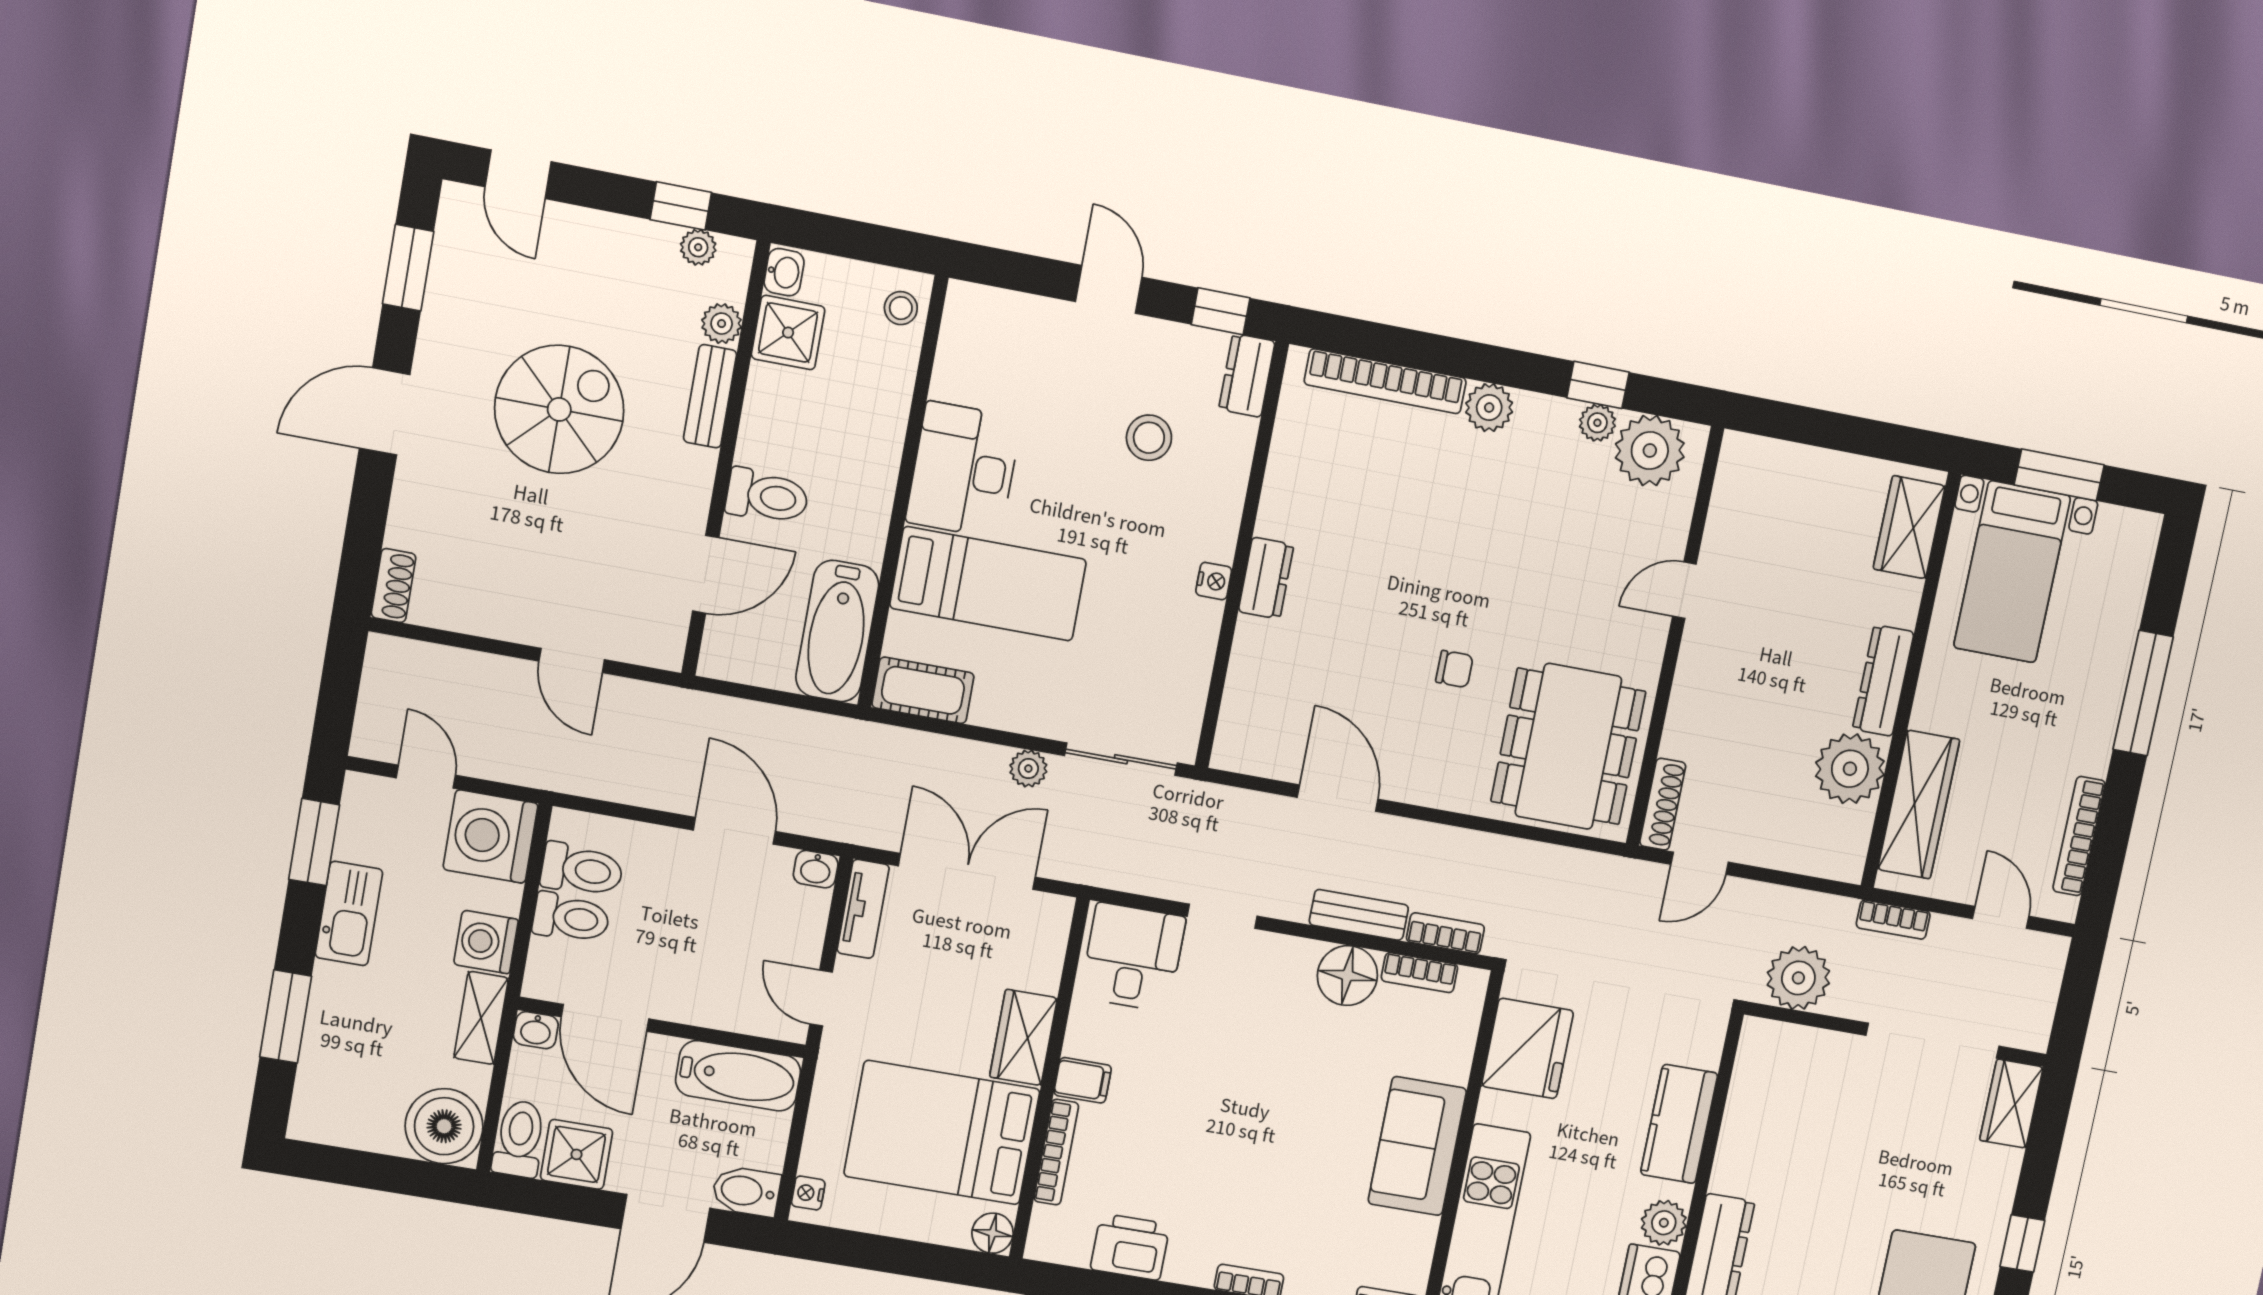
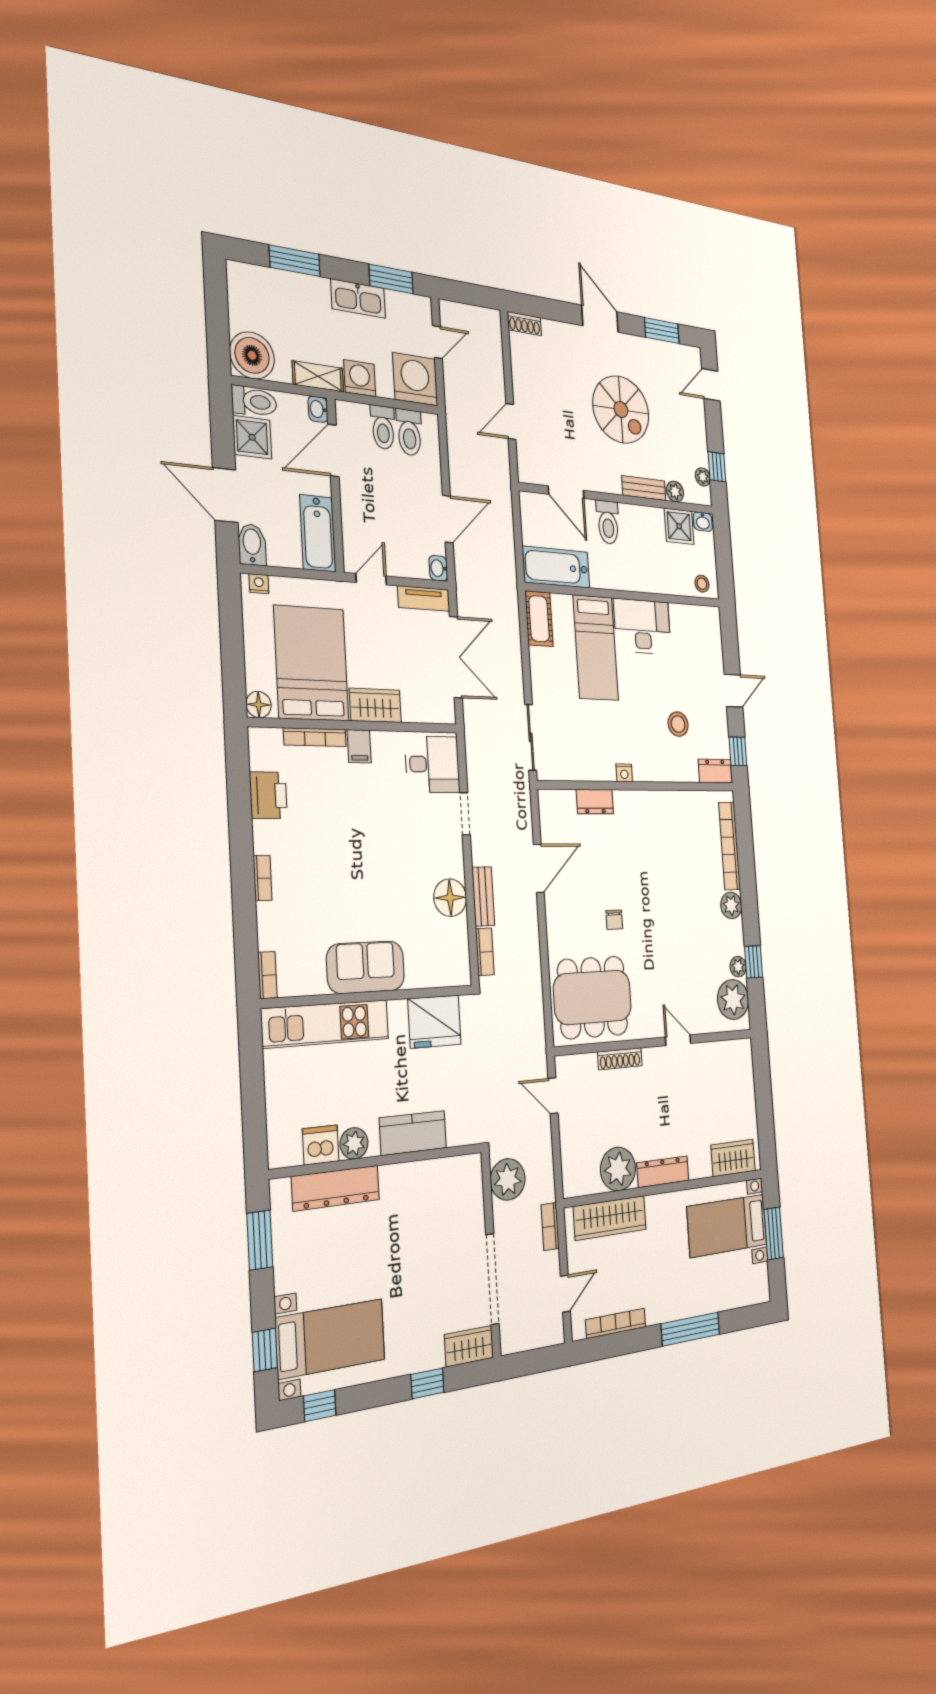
dresser: (1266, 578) -> (595, 802), moved
plant: (1028, 769) -> (515, 685), removed
shoe rack: (1663, 804) -> (620, 1059), moved
bookcase: (1419, 973) -> (461, 942), removed
window: (2022, 1243) -> (427, 1383), moved

